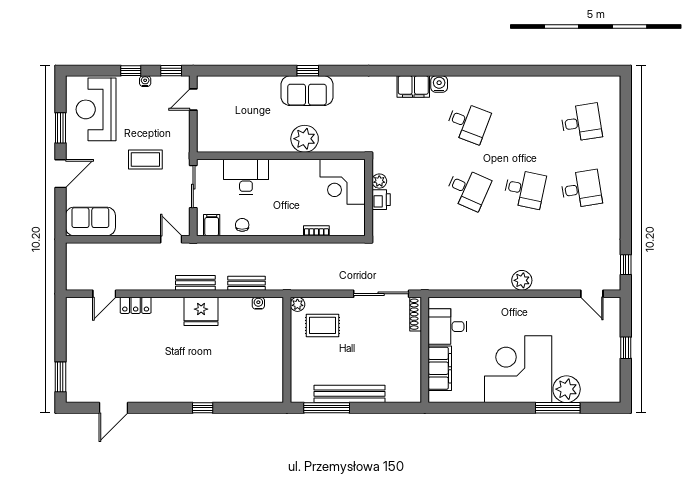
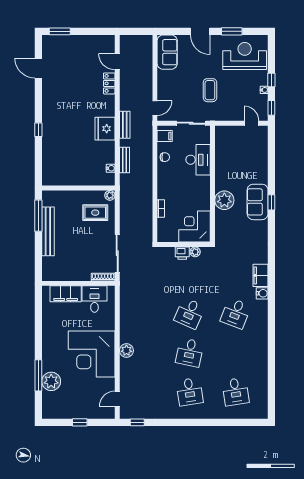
rug: (322, 325) -> (95, 213), turned 90
corner desk: (518, 369) -> (92, 354), moved, turned 180

